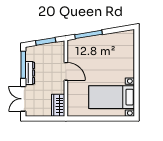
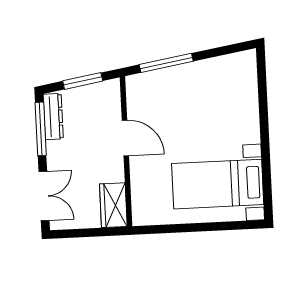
dresser: (30, 73) -> (53, 117), moved
double door: (23, 99) -> (44, 196), swing flipped

